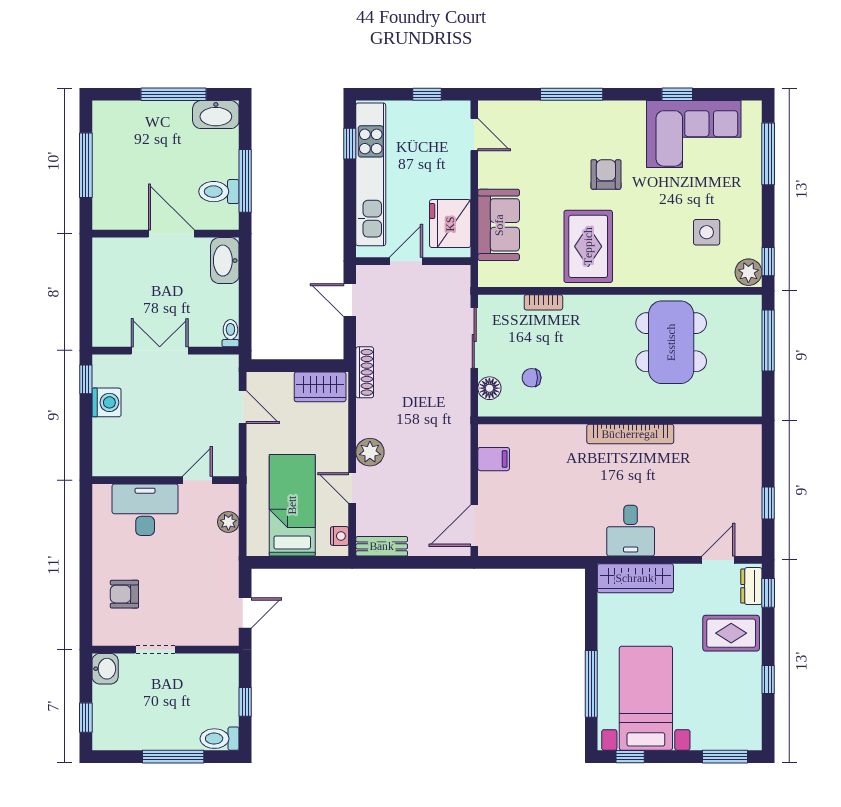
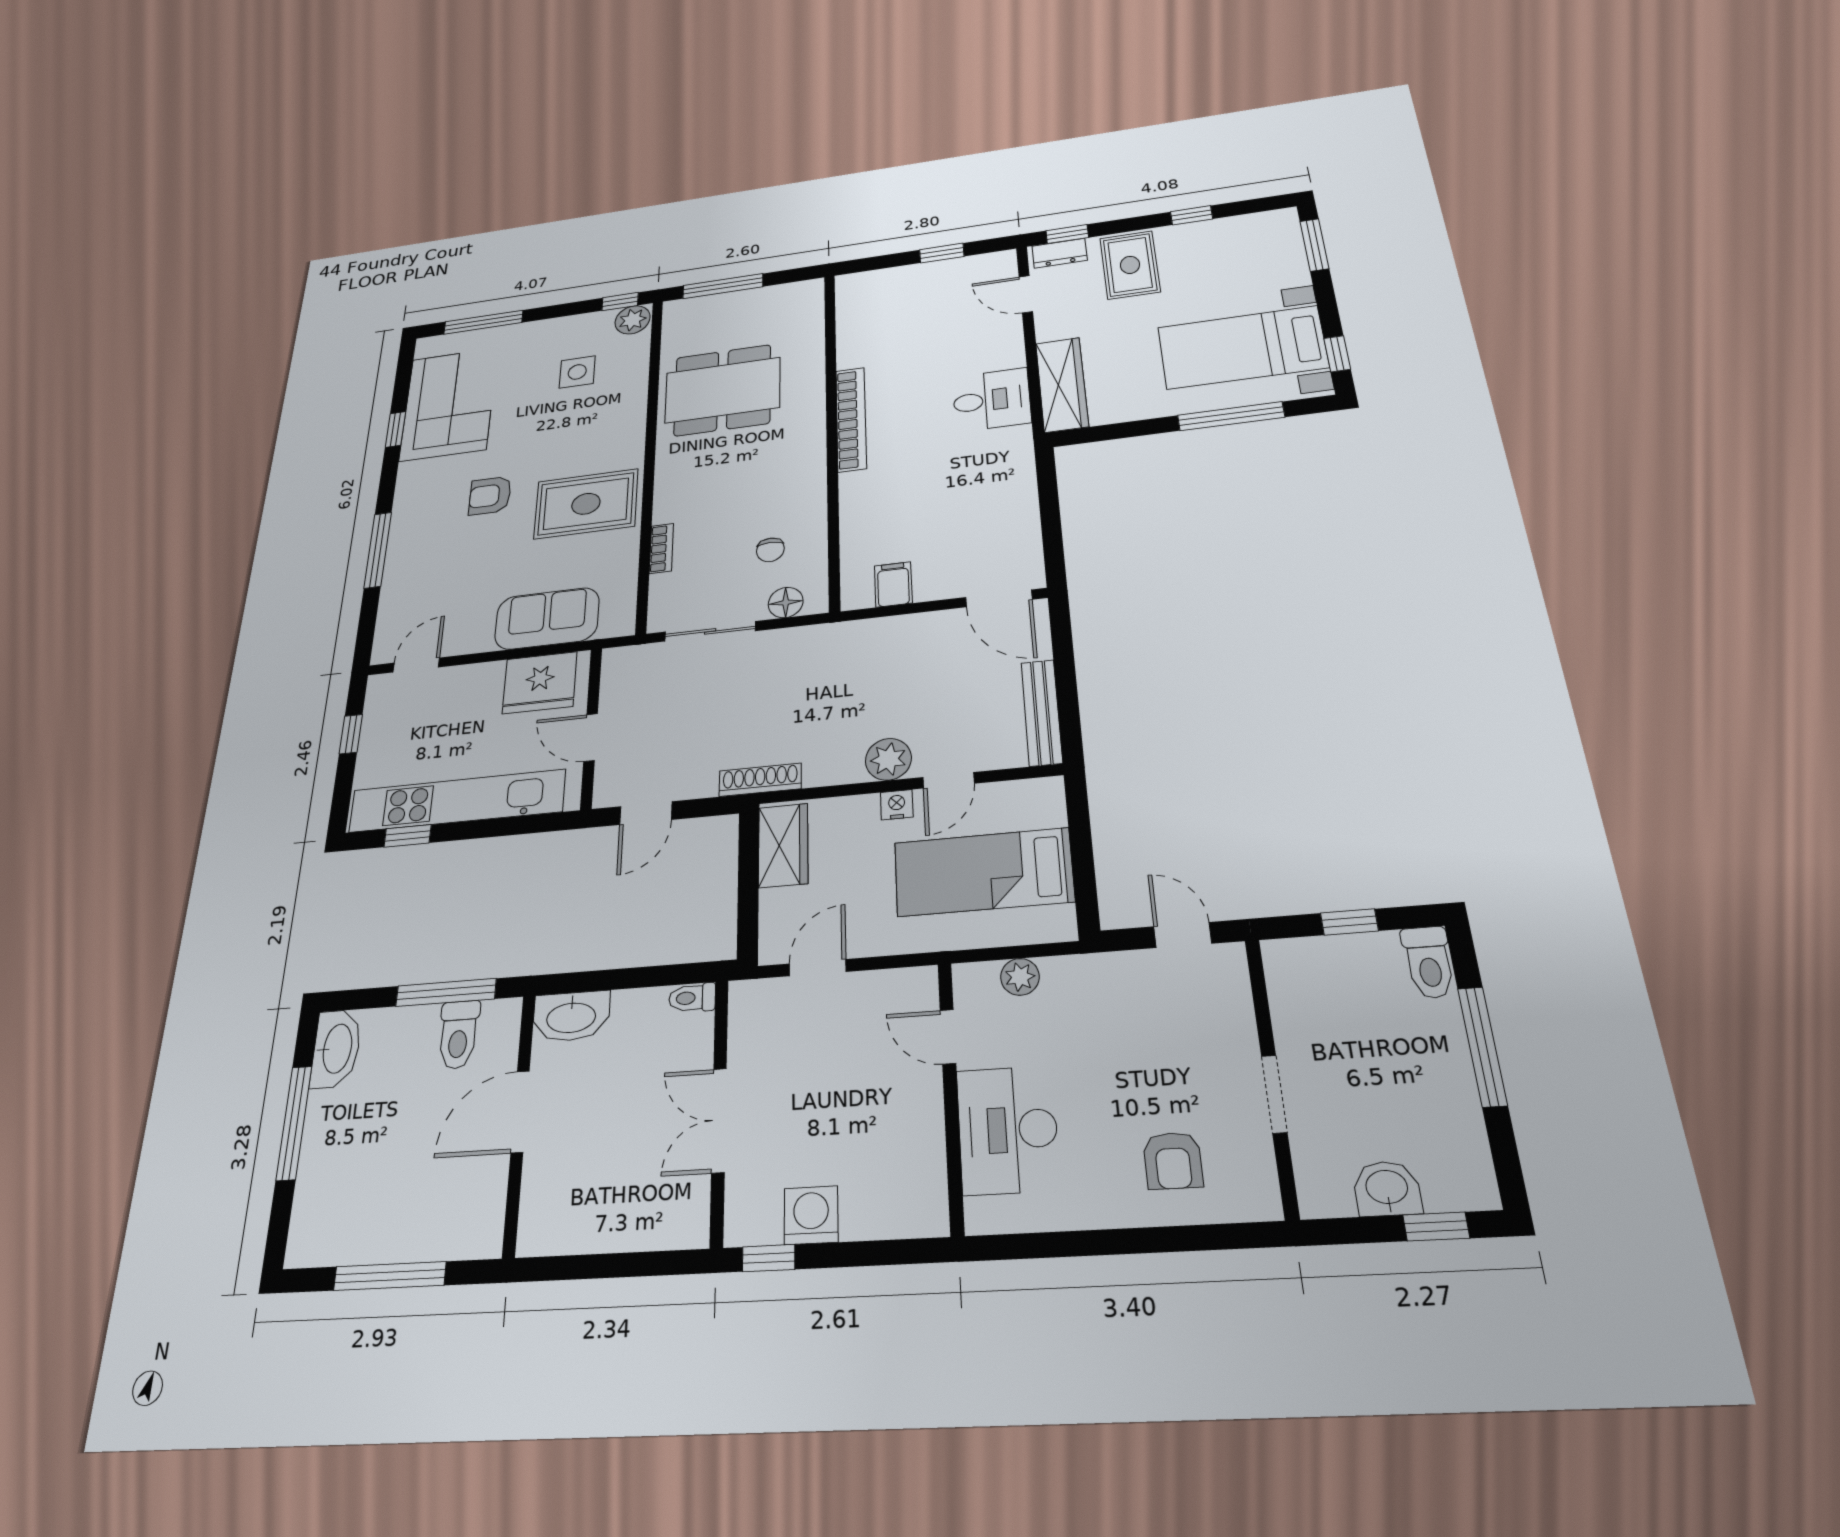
nightstand: (340, 536) -> (897, 805), moved
bench: (382, 546) -> (1042, 712), width x1.36
washbasin: (105, 669) -> (1387, 1188), moved

